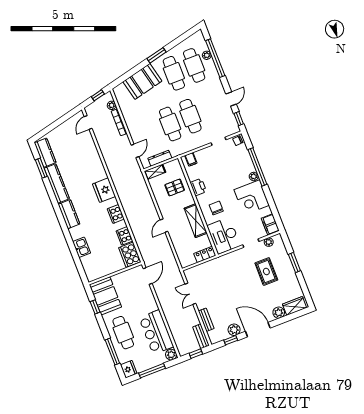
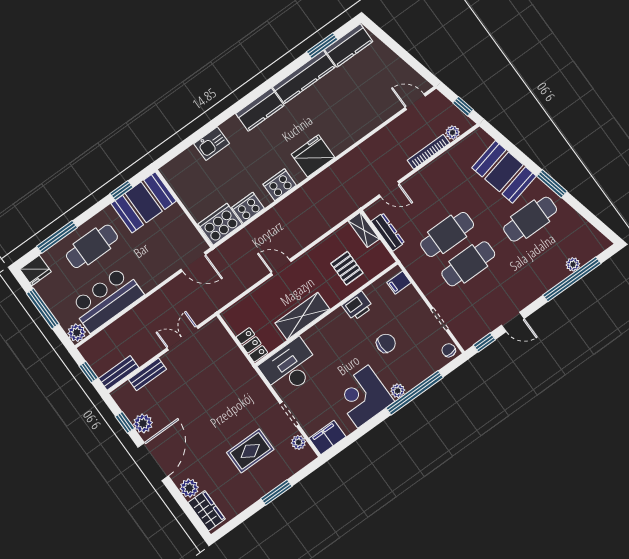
cafe table: (194, 65) -> (551, 249), removed
chair: (216, 208) -> (386, 343), moved

